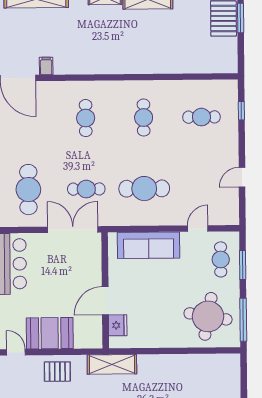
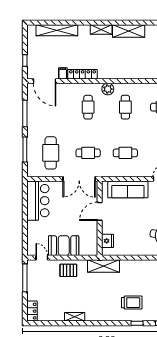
locker: (77, 67) -> (83, 74), added
plant: (116, 90) -> (108, 89), added
cafe table: (144, 189) -> (125, 153), width x0.73, depth x0.74
double door: (73, 230) -> (79, 179), swing flipped
door: (105, 301) -> (100, 211), moved

